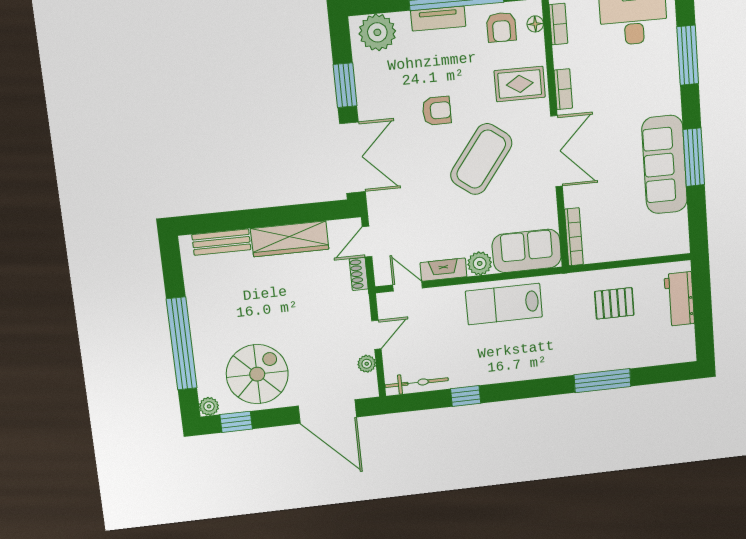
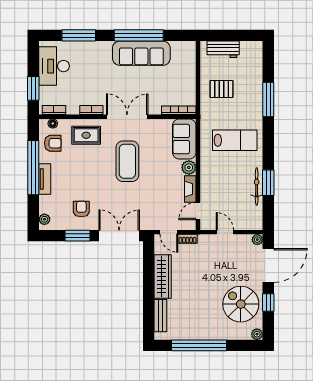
plant: (377, 32) -> (44, 219), width x0.53, depth x0.53
rug: (520, 84) -> (86, 135), turned 90
armchair: (437, 111) -> (81, 209), moved
window: (694, 157) -> (139, 35), width x1.46
coffee table: (481, 159) -> (127, 161), turned 53
pallet: (614, 303) -> (222, 89), turned 90
lab bench: (504, 304) -> (235, 140), moved, turned -90
window: (182, 344) -> (199, 345), moved
plant: (367, 364) -> (257, 240), moved
bicycle: (417, 383) -> (257, 186), moved
window: (466, 396) -> (268, 183), width x1.50
window: (236, 422) -> (268, 302), moved

